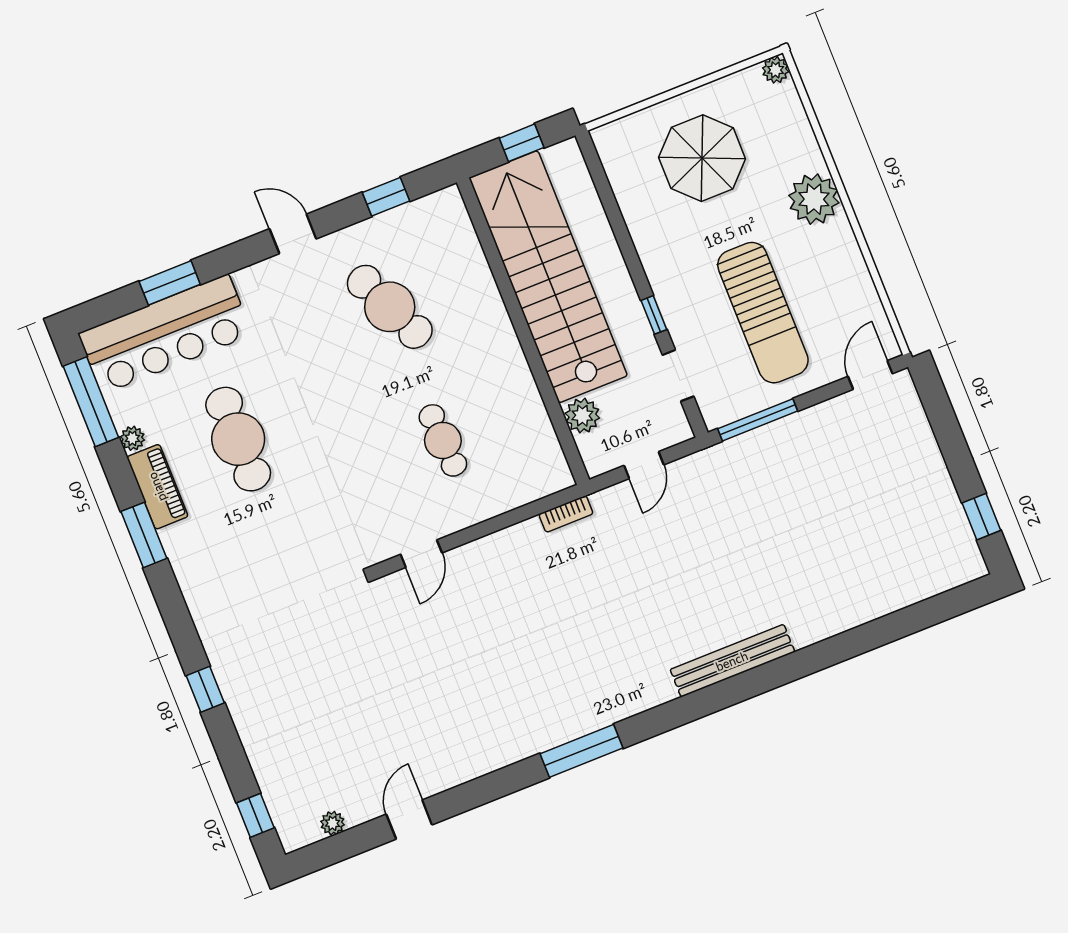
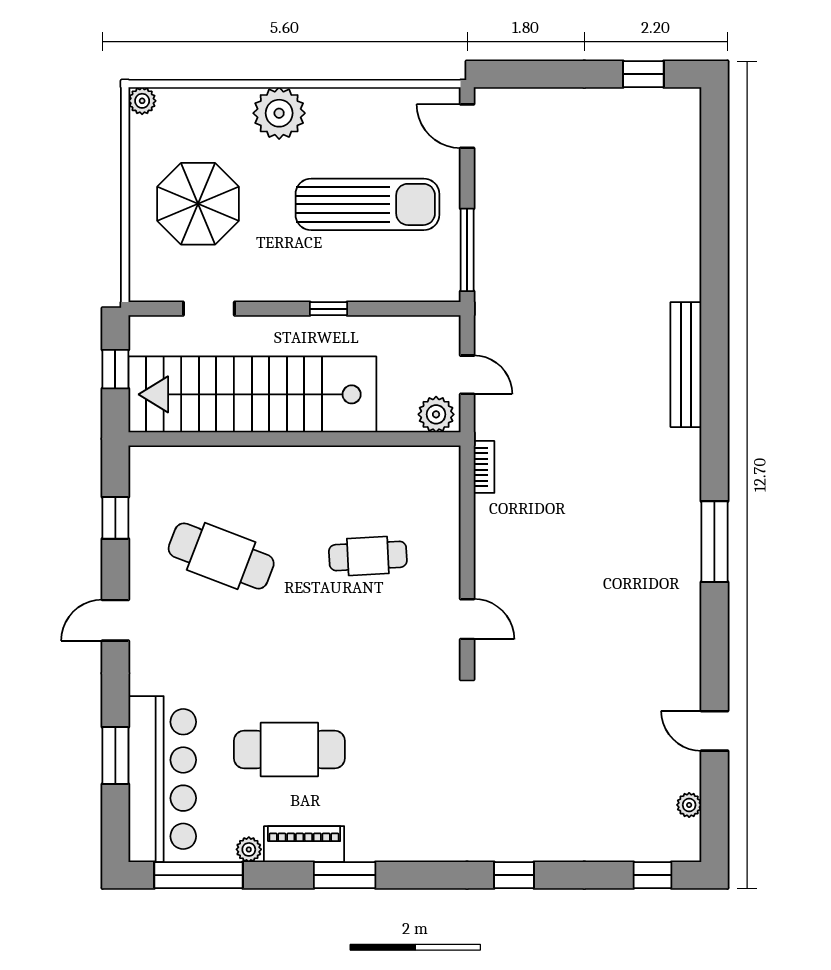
cafe table: (390, 307) -> (221, 556), turned 45
doorway: (678, 376) -> (209, 309), moved
plant: (582, 416) -> (436, 414), moved

